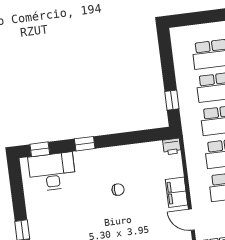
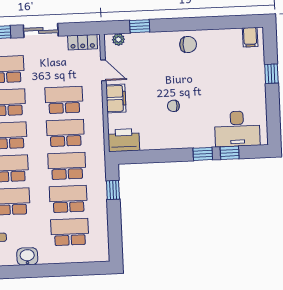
printer: (172, 147) -> (124, 140), width x1.87, depth x1.48
window: (40, 149) -> (230, 153), moved

